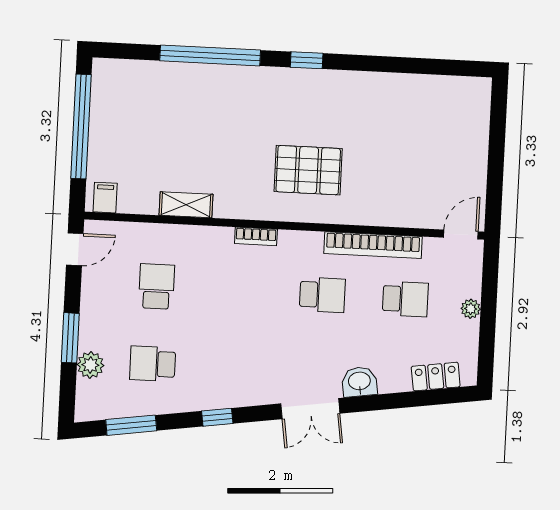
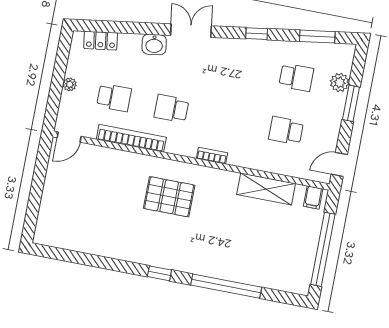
shelving: (186, 205) -> (266, 189), width x1.50, depth x1.33
school desk: (157, 286) -> (286, 131), turned 90
school desk: (405, 299) -> (114, 97), turned 180

